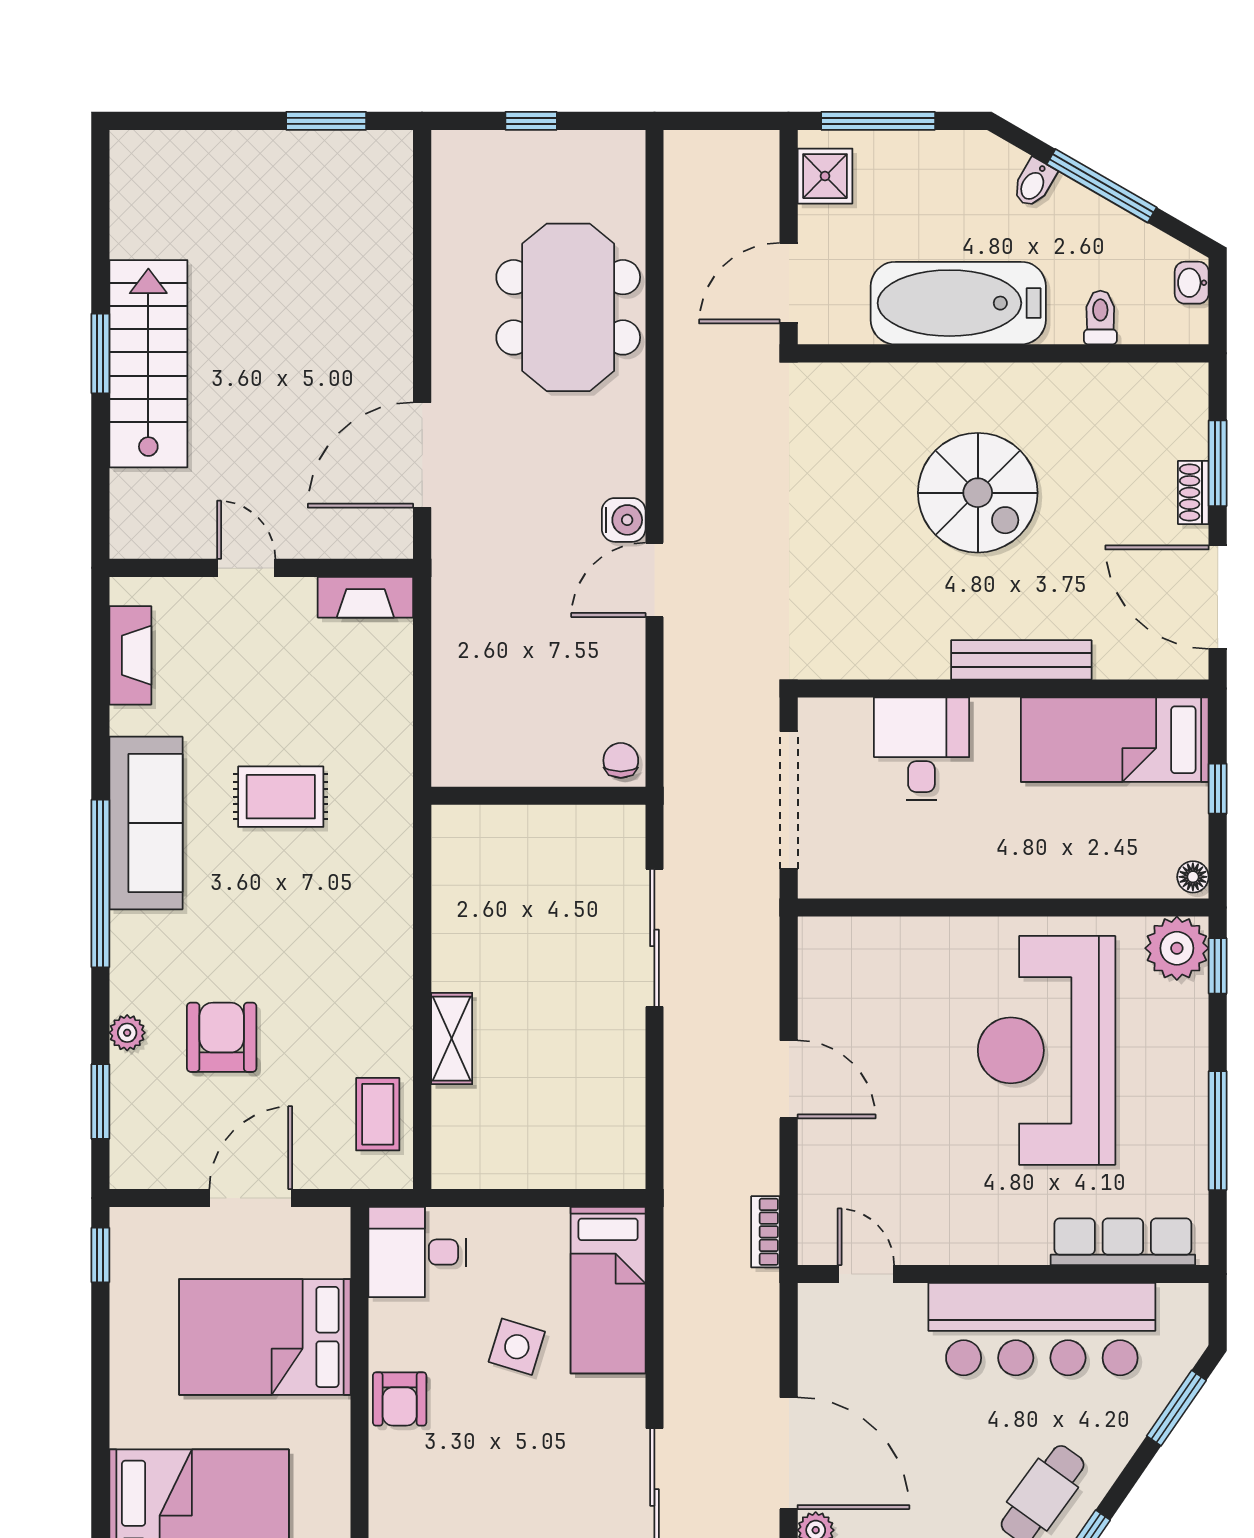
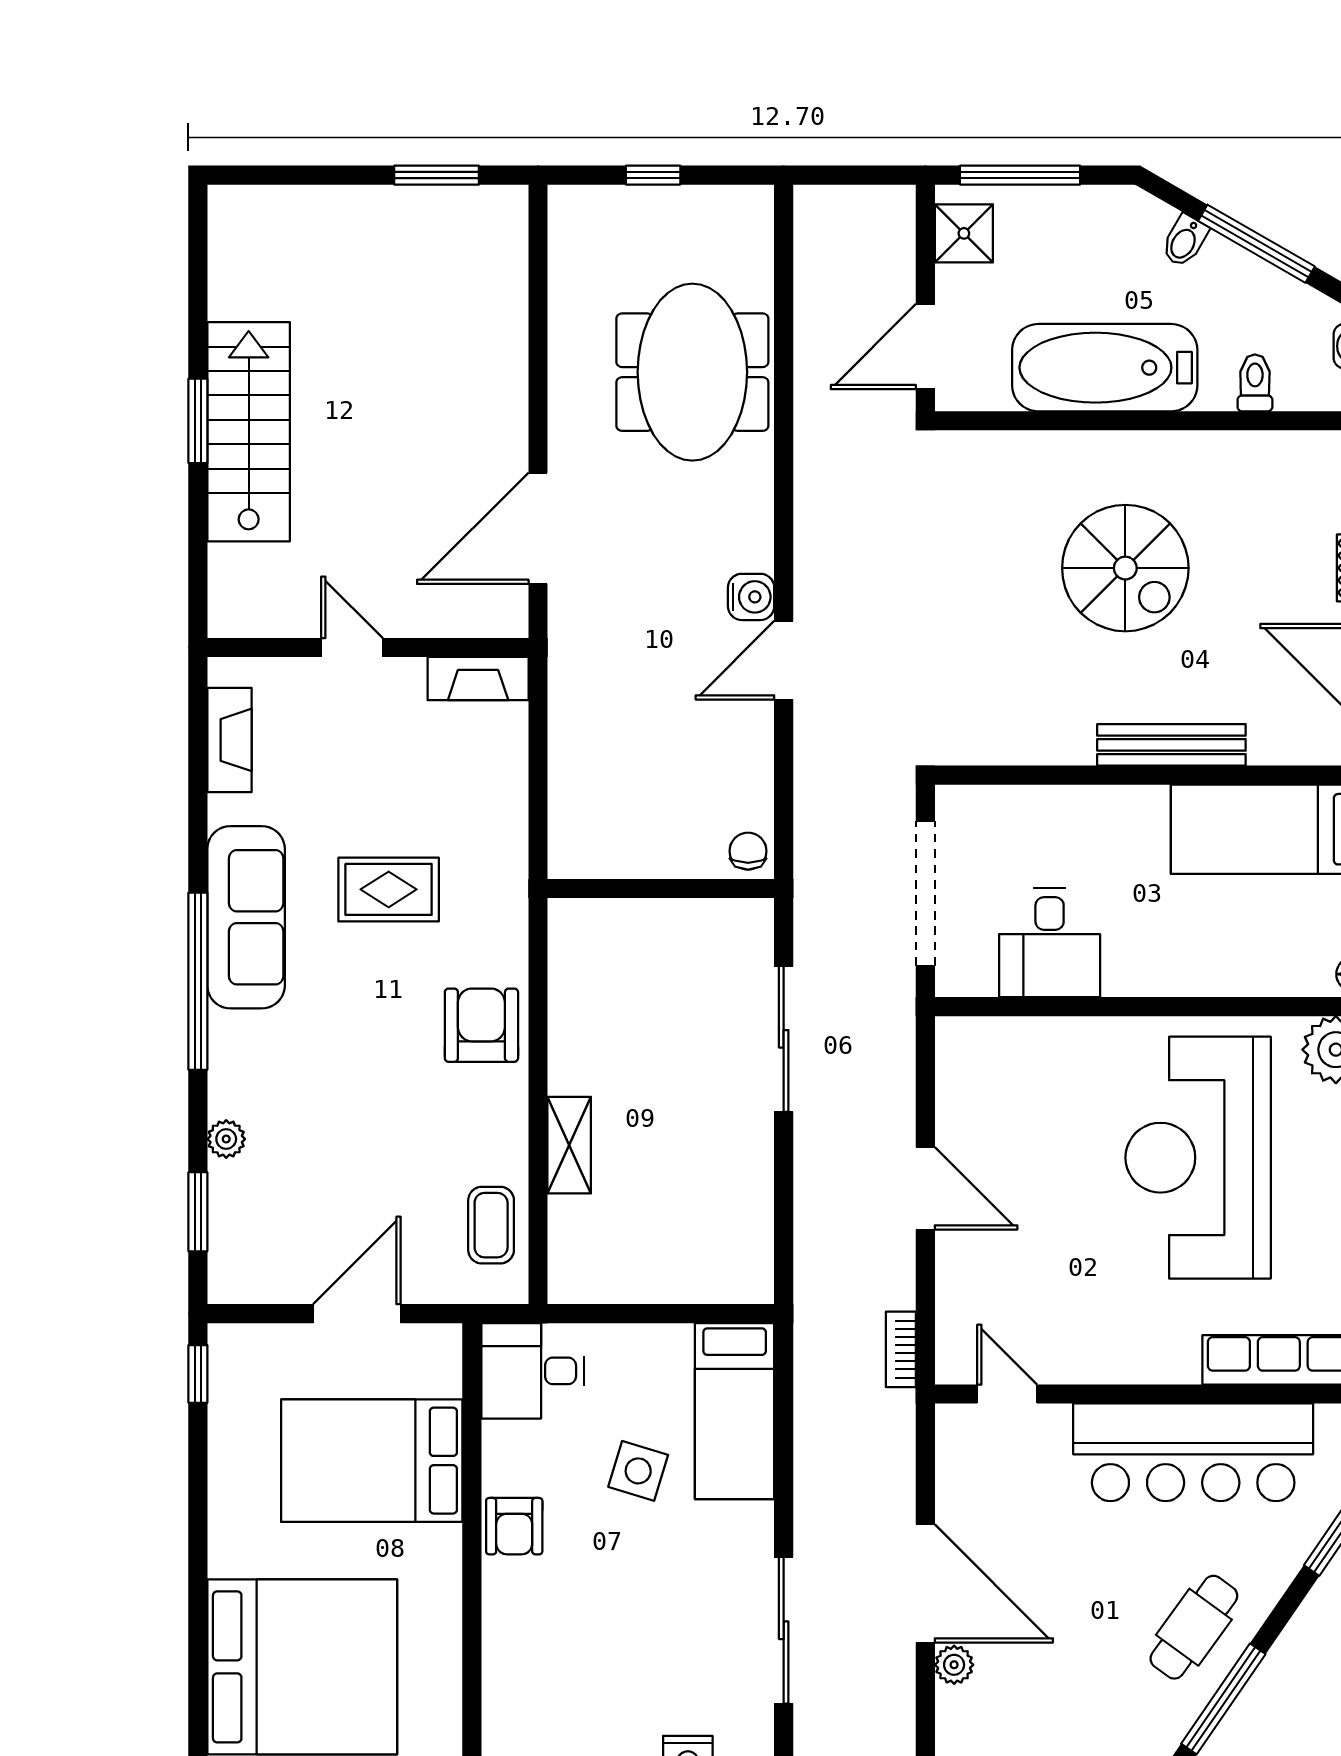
desk: (921, 749) -> (1050, 943), moved, turned 180
armchair: (222, 1037) -> (481, 1025), moved

